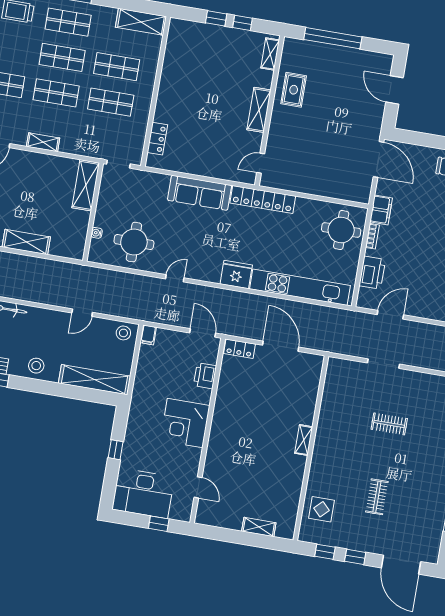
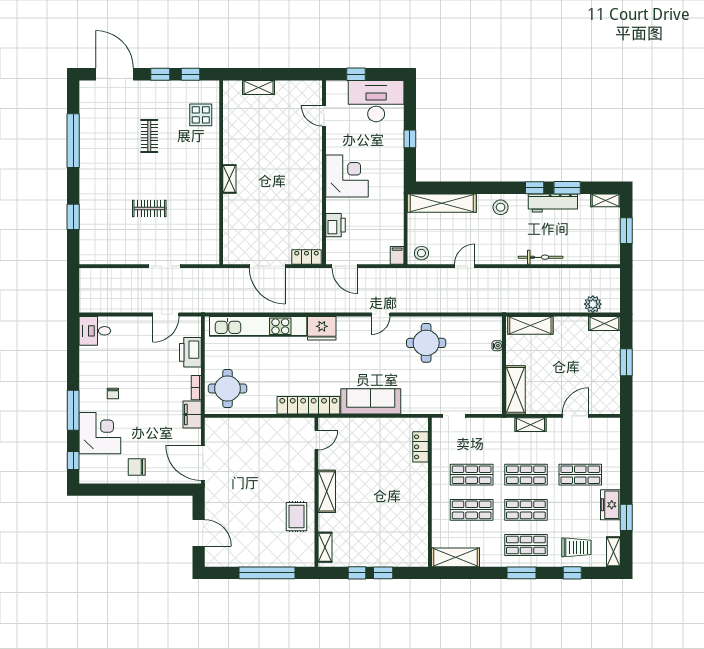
shelving: (86, 185) -> (515, 390), moved
wall: (93, 212) -> (504, 365), moved
water cooler: (97, 233) -> (497, 346), moved

